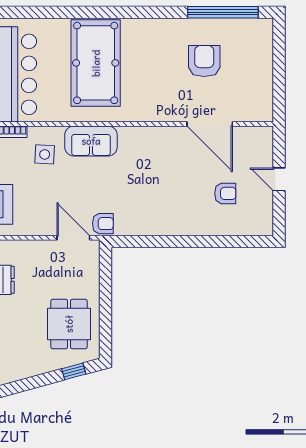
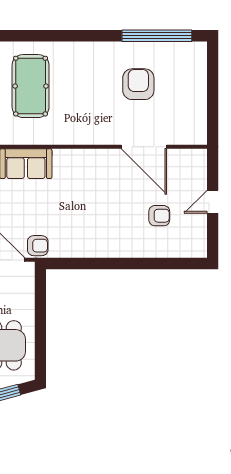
pool table: (96, 63) -> (31, 86), width x0.73, depth x0.76
door: (279, 179) -> (213, 202), hinge flipped

